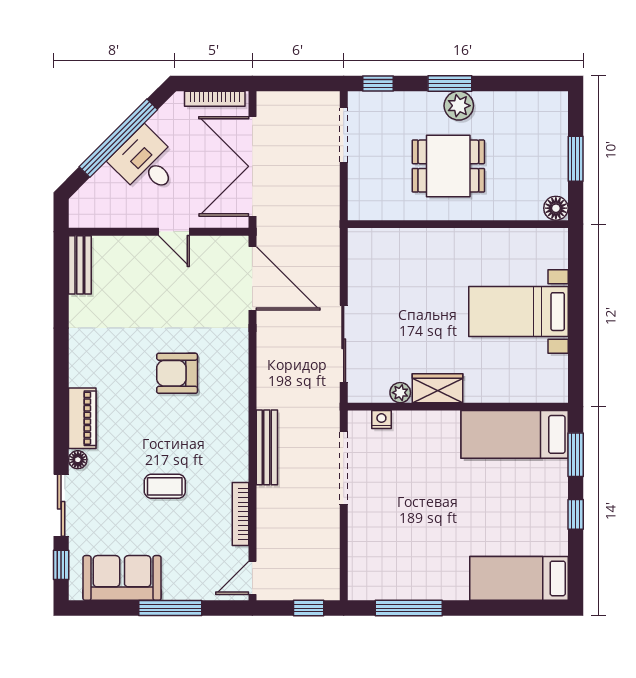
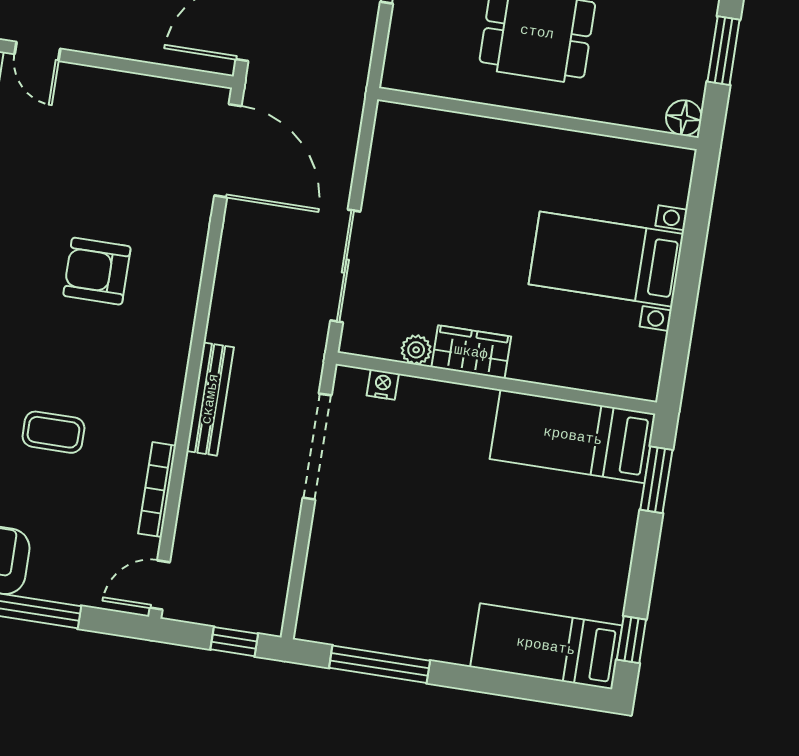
door: (174, 232) -> (37, 51), moved
window: (576, 514) -> (631, 640), moved

